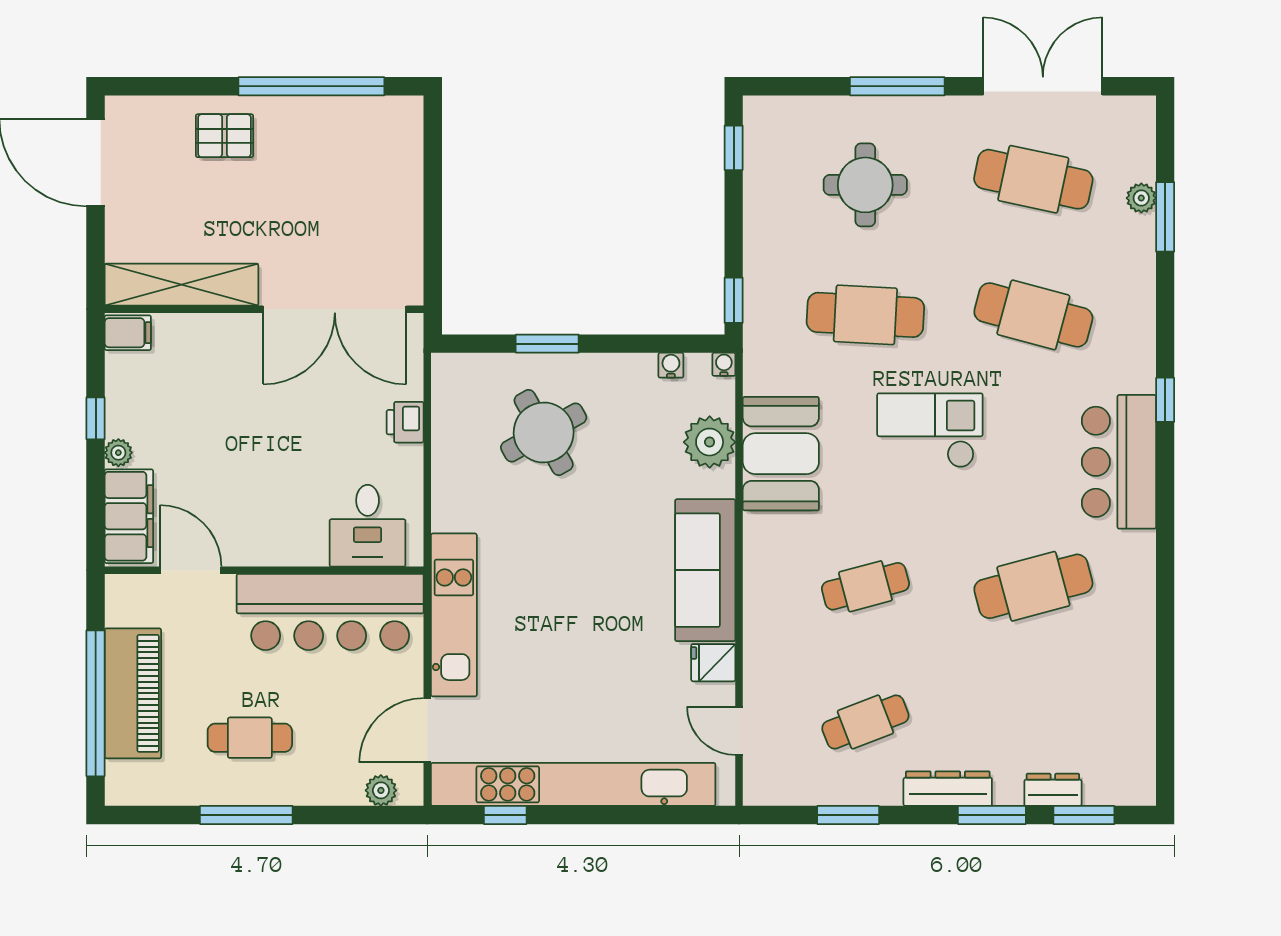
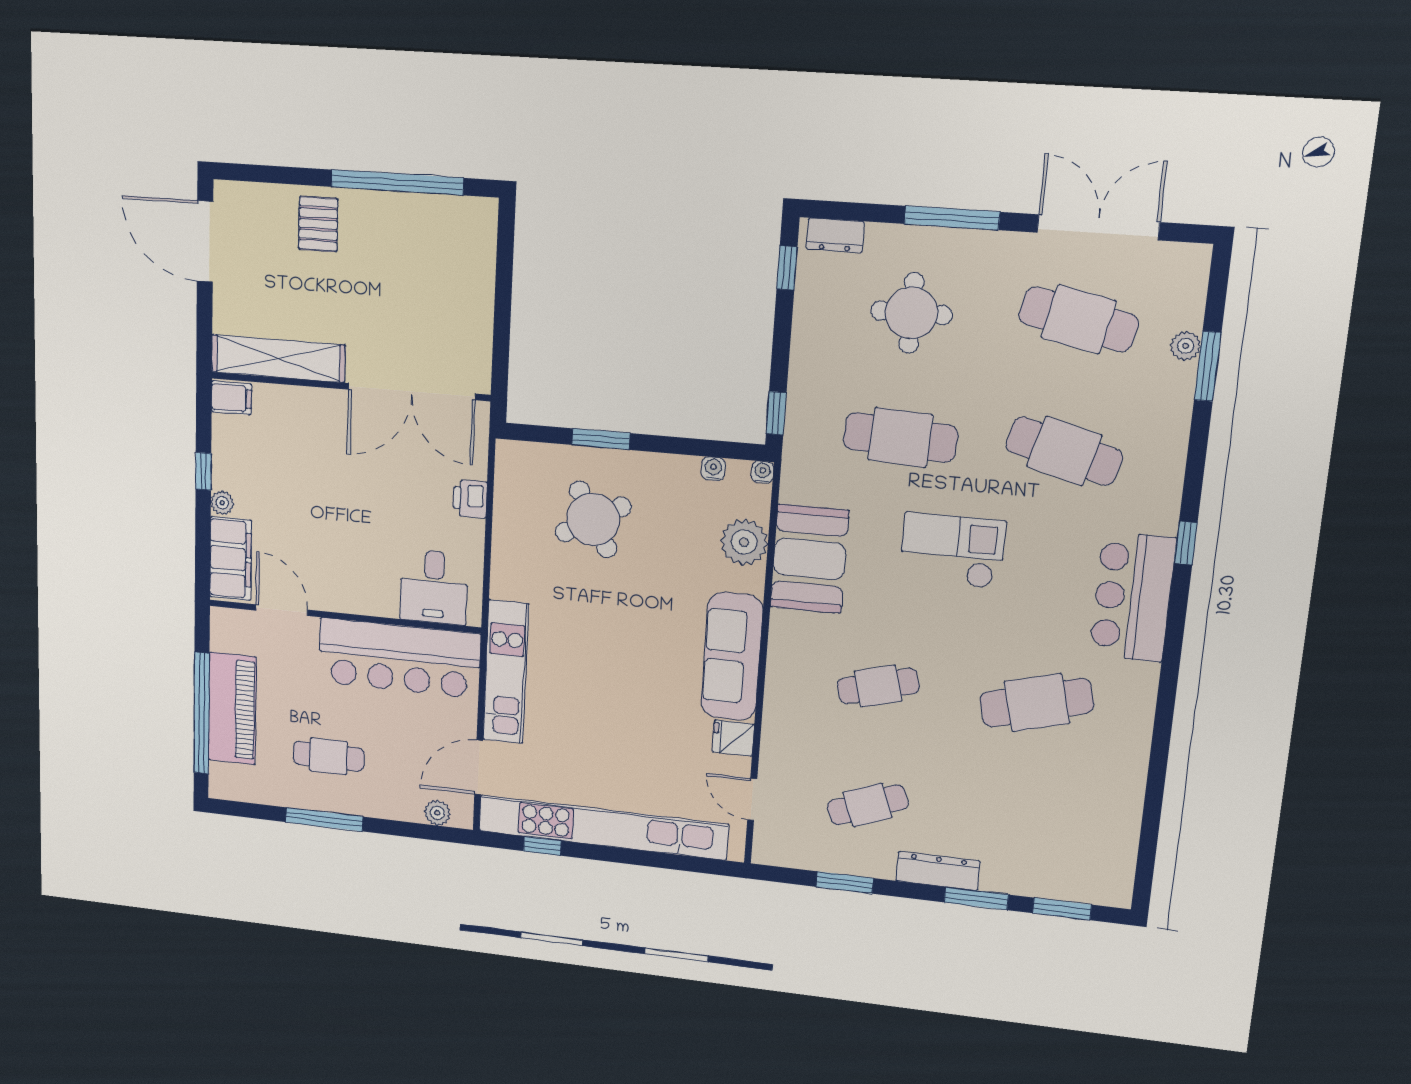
pallet: (224, 136) -> (318, 224), turned 90
dresser: (1053, 790) -> (835, 235), moved, turned 180

